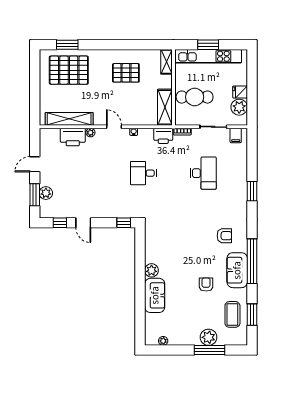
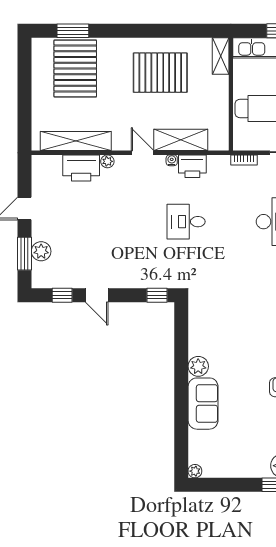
pallet: (69, 70) -> (75, 69), turned 90
pallet: (126, 73) -> (160, 73), width x1.37, depth x1.41
shelving: (165, 107) -> (181, 140), moved, turned 90
printer: (163, 136) -> (192, 166), moved
plant: (163, 341) -> (195, 471), moved

